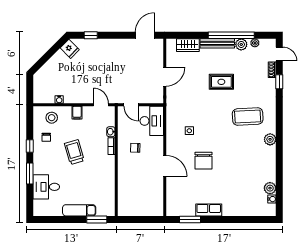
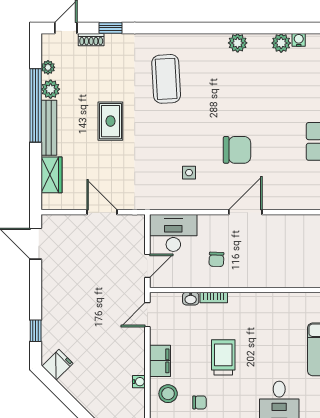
filing cabinet: (77, 113) -> (160, 361), width x2.00
plant: (270, 139) -> (238, 43), moved
trolley: (74, 152) -> (223, 357), turned 106

